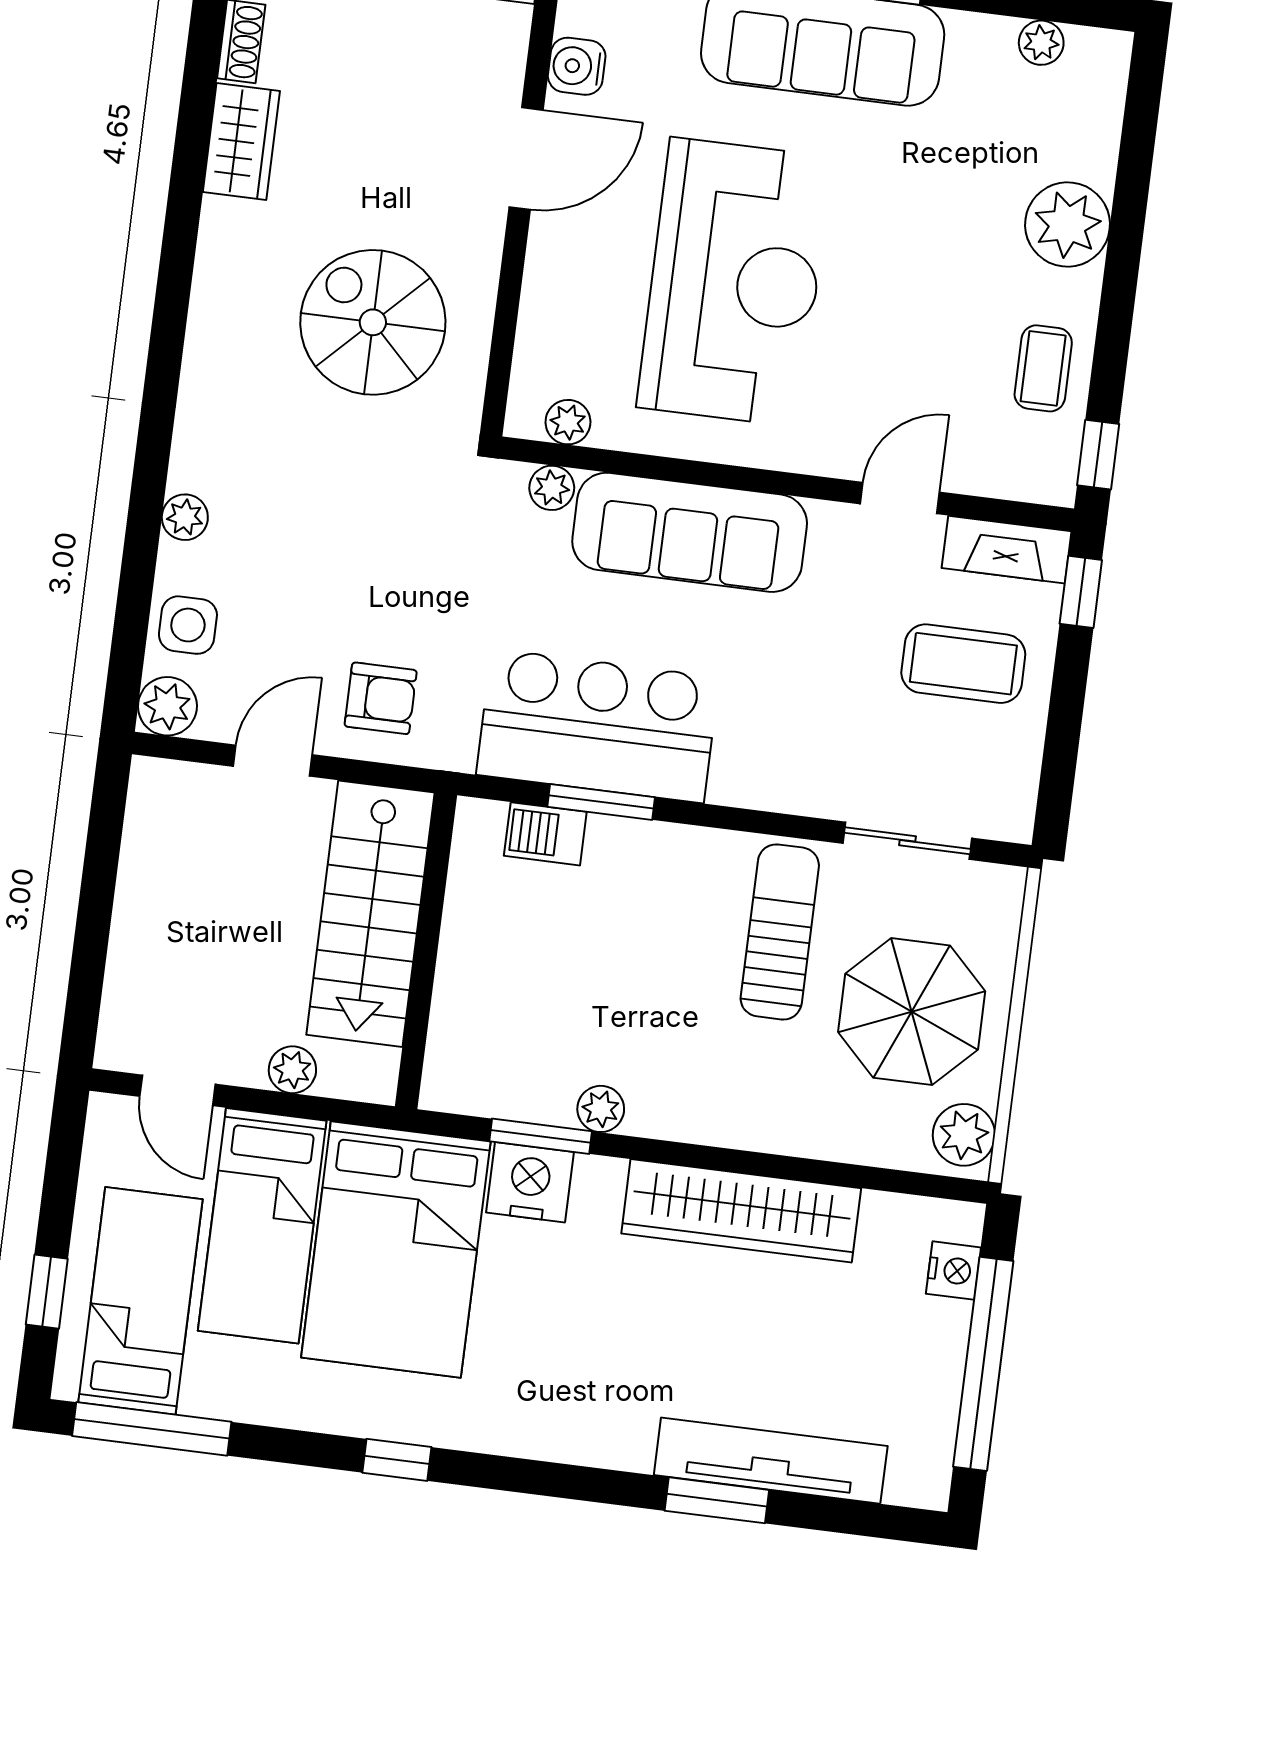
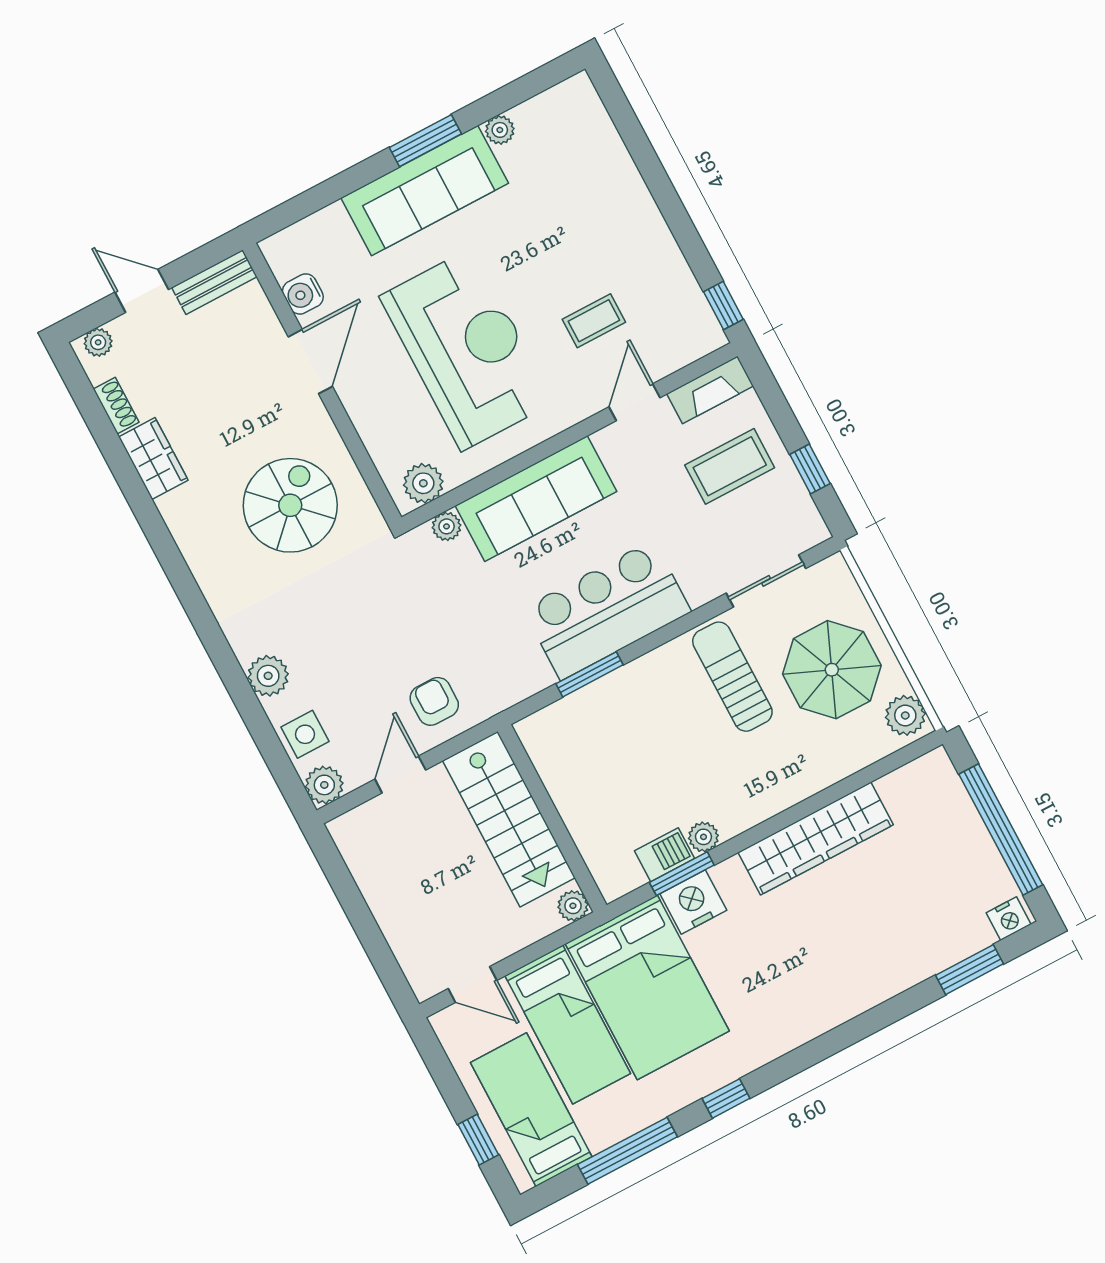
plant: (1041, 43) -> (500, 130), moved
plant: (1067, 225) -> (622, 195), removed
spiral stairs: (373, 322) -> (290, 505), turned 90
coffee table: (1043, 368) -> (594, 321), moved, turned 90
plant: (568, 422) -> (423, 483), width x1.38, depth x1.38
plant: (185, 517) -> (268, 676), width x1.38, depth x1.38
window: (1081, 592) -> (810, 469), moved
armchair: (381, 698) -> (434, 701), turned -90
bar counter: (598, 726) -> (607, 610), moved
barbecue: (545, 834) -> (665, 855), moved, turned 180
plant: (292, 1070) -> (573, 906), moved
nightstand: (953, 1271) -> (1009, 919), moved, turned 90
window: (152, 1429) -> (627, 1151), moved
tv unit: (771, 1461) -> (924, 960), removed
window: (717, 1500) -> (970, 970), moved

